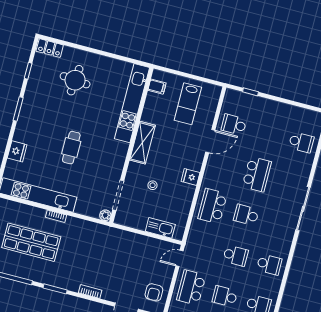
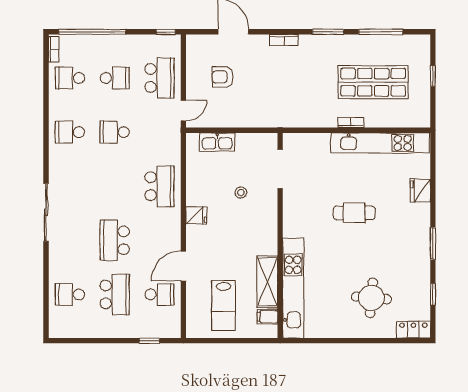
lab bench: (188, 104) -> (224, 305), turned 180
shelving: (142, 143) -> (267, 282), moved
cafe table: (71, 148) -> (354, 213), turned 90
plant: (105, 215) -> (290, 140), removed
school desk: (246, 215) -> (115, 294), moved, width x1.85
armchair: (154, 292) -> (223, 77), moved, turned -90

